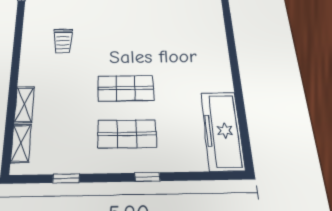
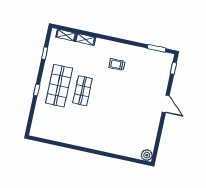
freezer: (222, 131) -> (50, 131), removed
shop shelf: (127, 134) -> (59, 86), width x1.43, depth x1.36

